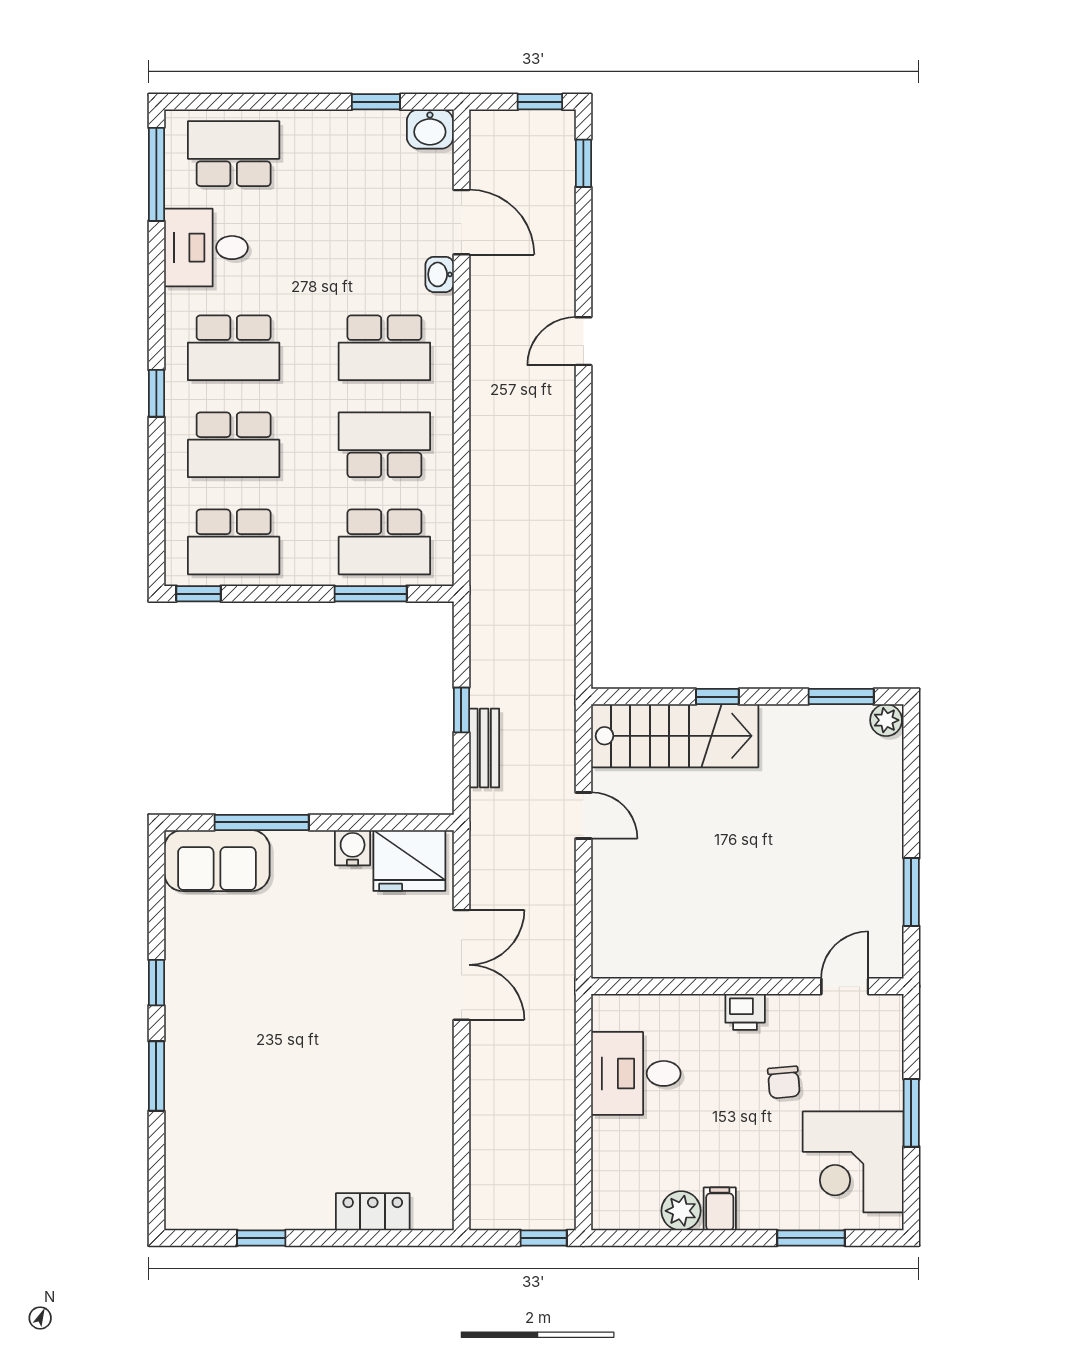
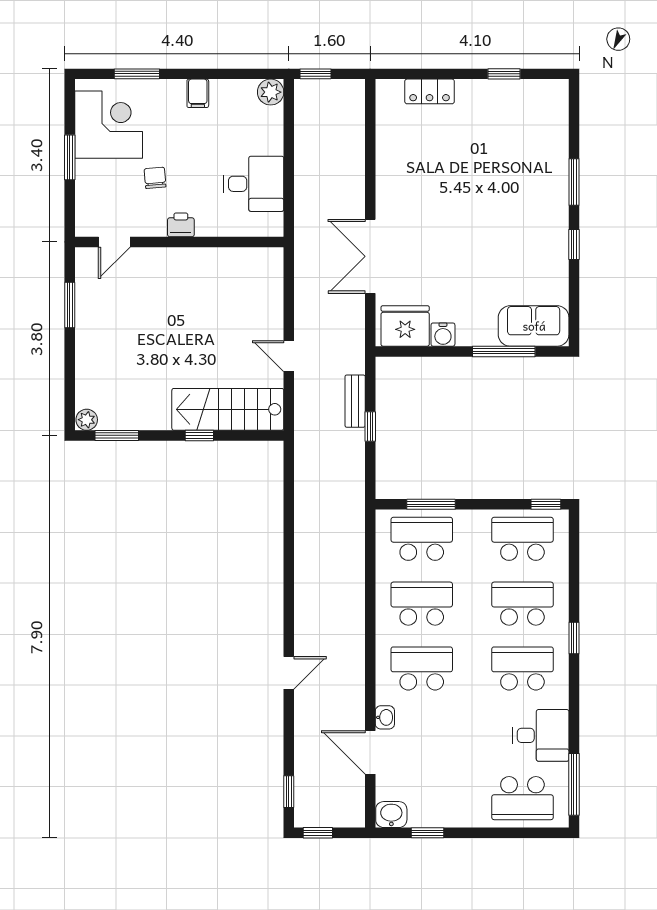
school desk: (384, 445) -> (422, 604), turned 180
plant: (681, 1211) -> (271, 92), moved

